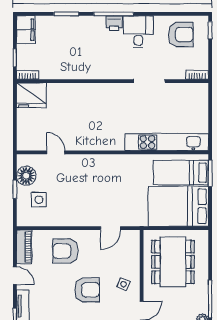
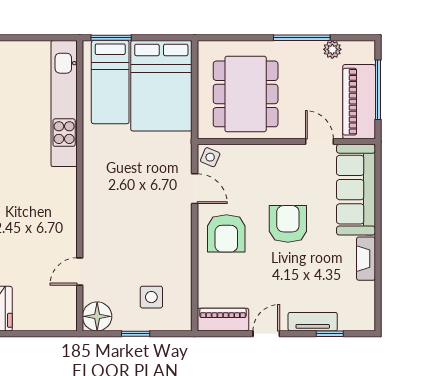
floor lamp: (26, 176) -> (97, 316), moved
armchair: (65, 251) -> (226, 233), moved
dining table: (173, 262) -> (246, 94), turned 90
side table: (124, 284) -> (210, 157), moved

